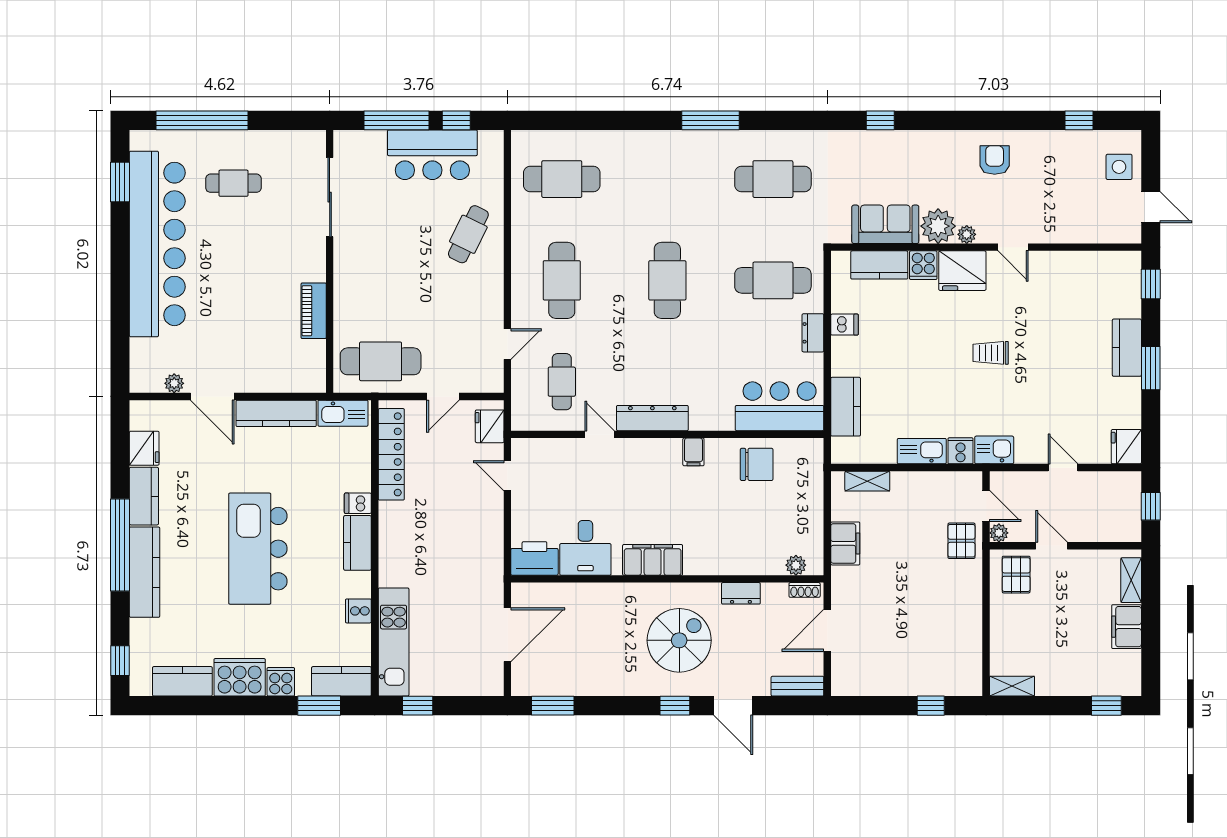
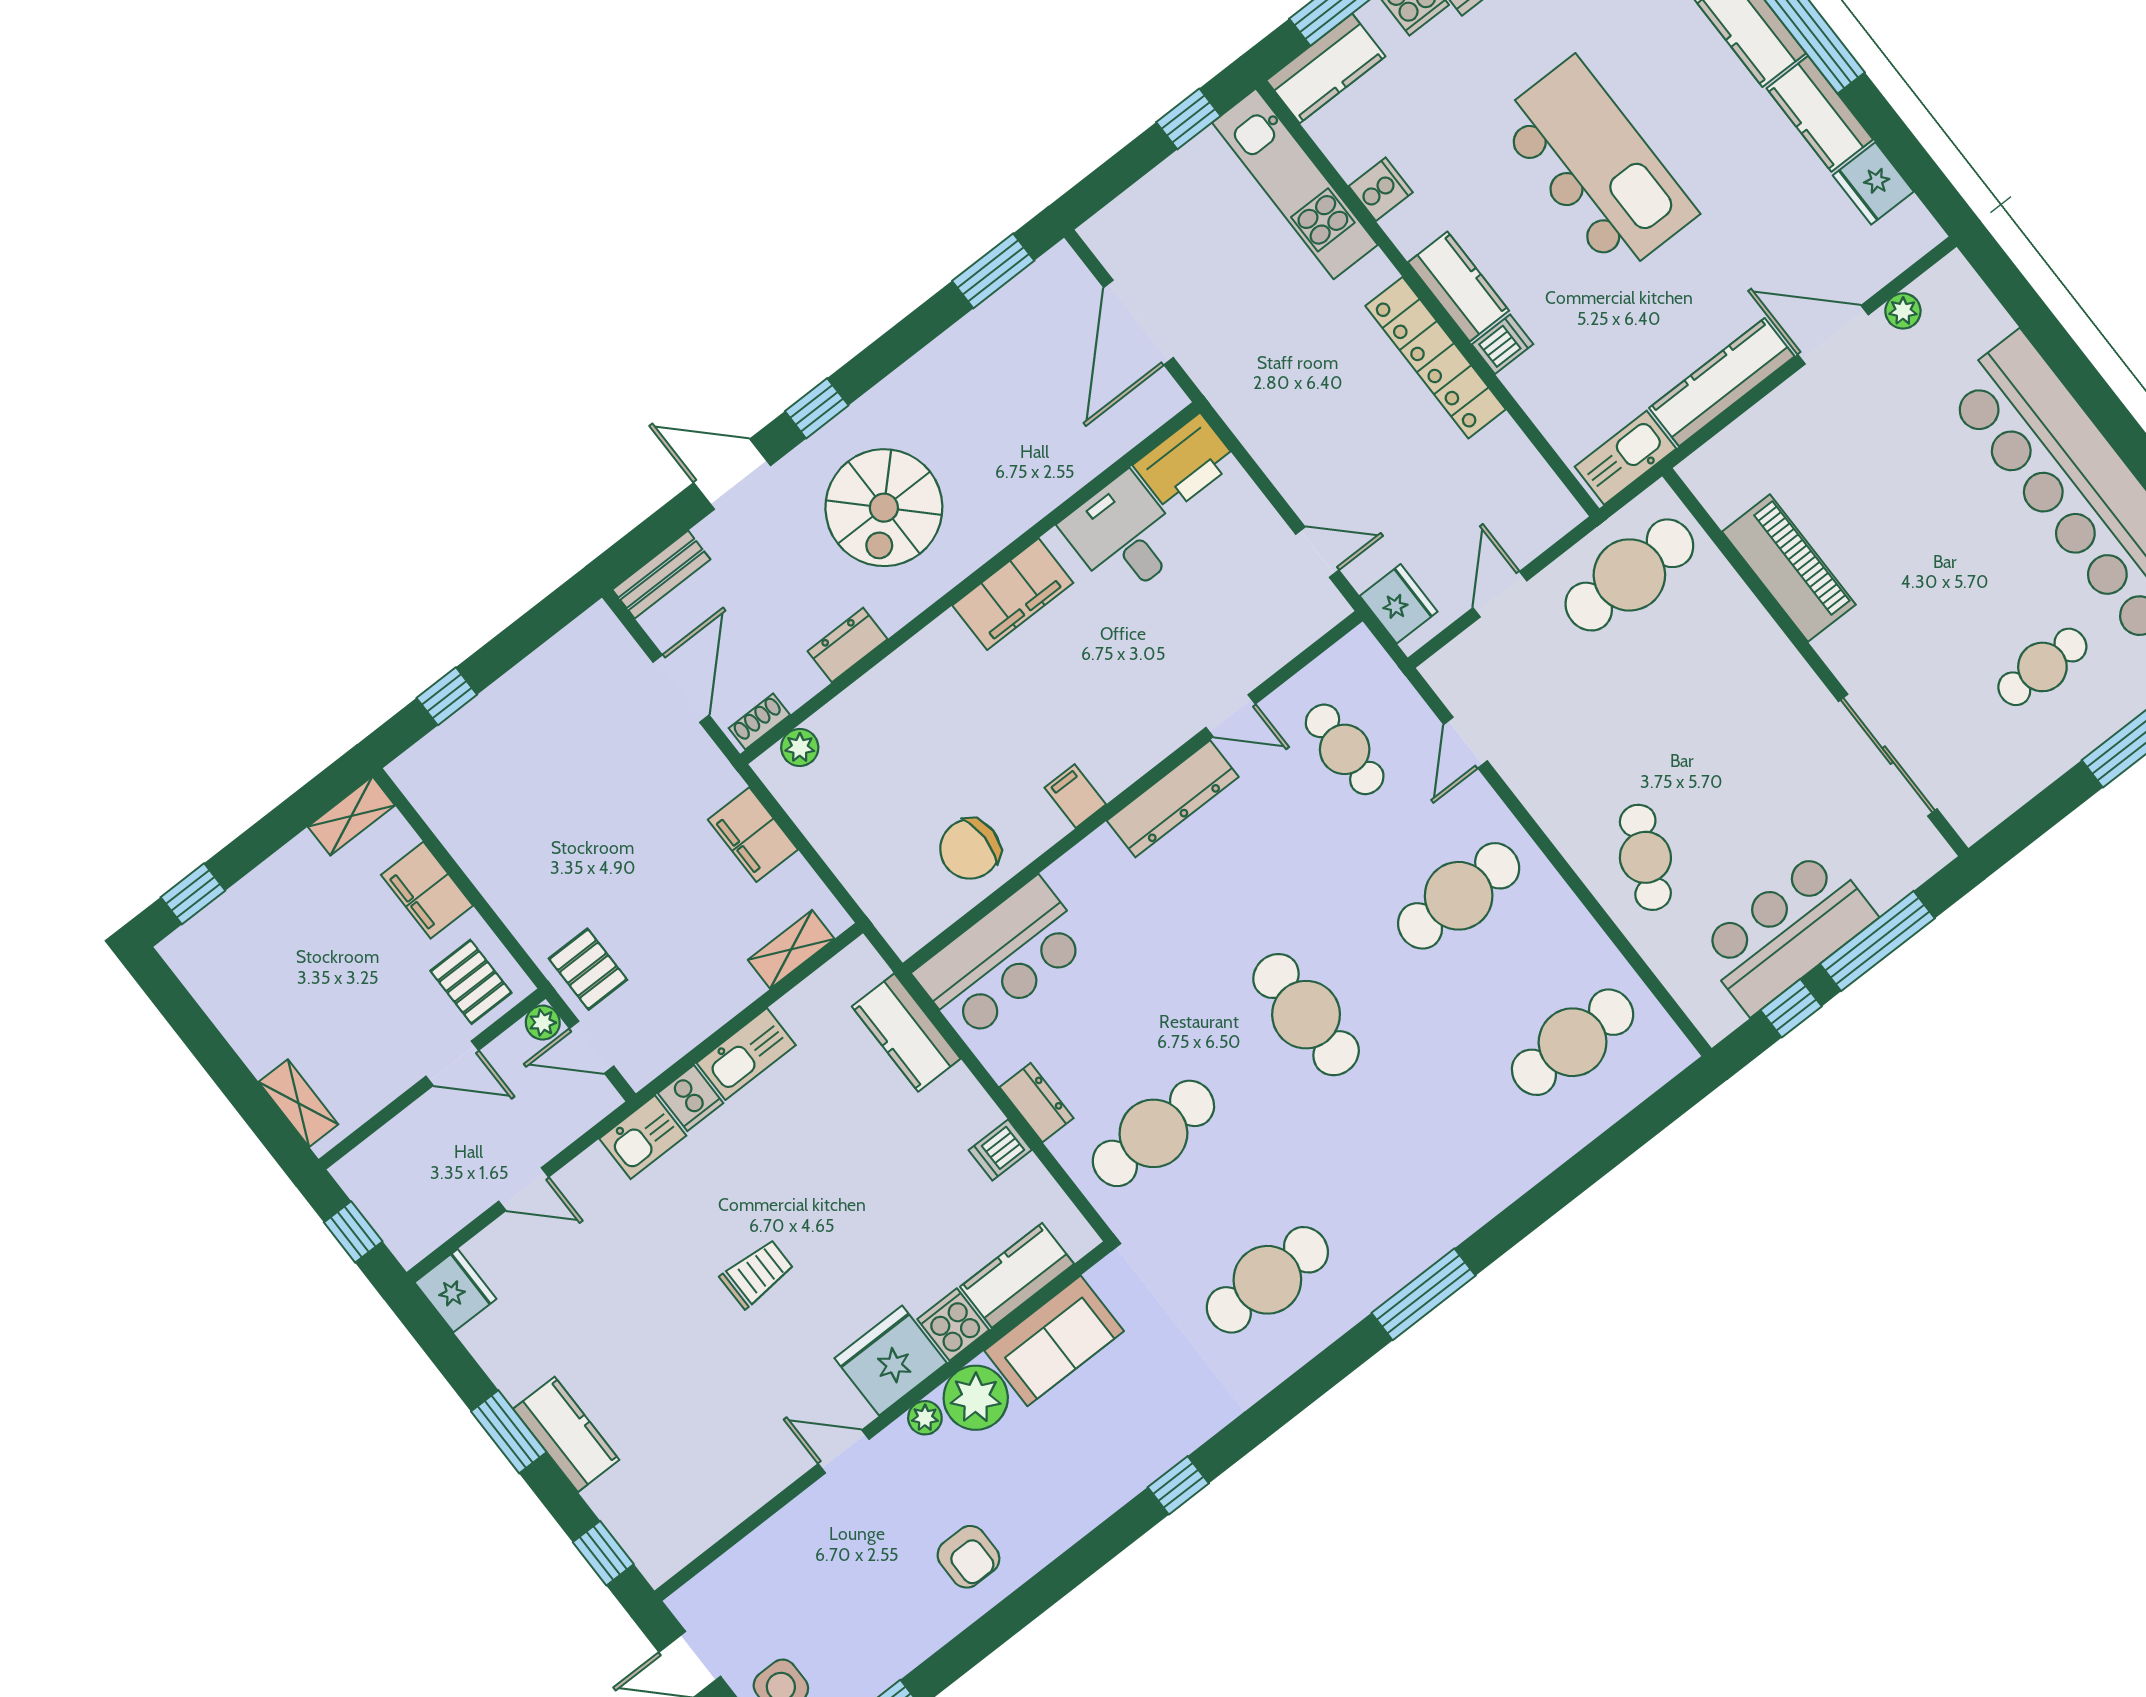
cafe table: (562, 280) -> (1459, 896), turned 90
piano: (314, 311) -> (1789, 568), width x1.37, depth x1.33
locker: (391, 454) -> (1435, 358), moved
filing cabinet: (1127, 627) -> (427, 890), moved, turned 180

